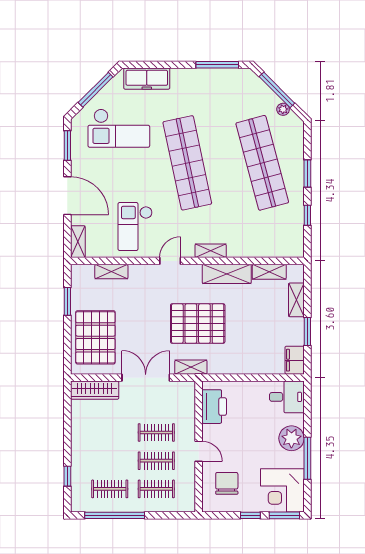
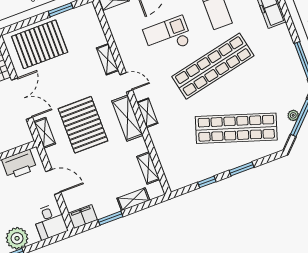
plant: (283, 109) -> (293, 115), moved
shop shelf: (262, 163) -> (236, 128), turned 33
checkout: (135, 226) -> (168, 36), moved
shelving: (111, 272) -> (108, 59), moved
shelving: (227, 274) -> (127, 118), moved
door: (246, 378) -> (53, 182), added

